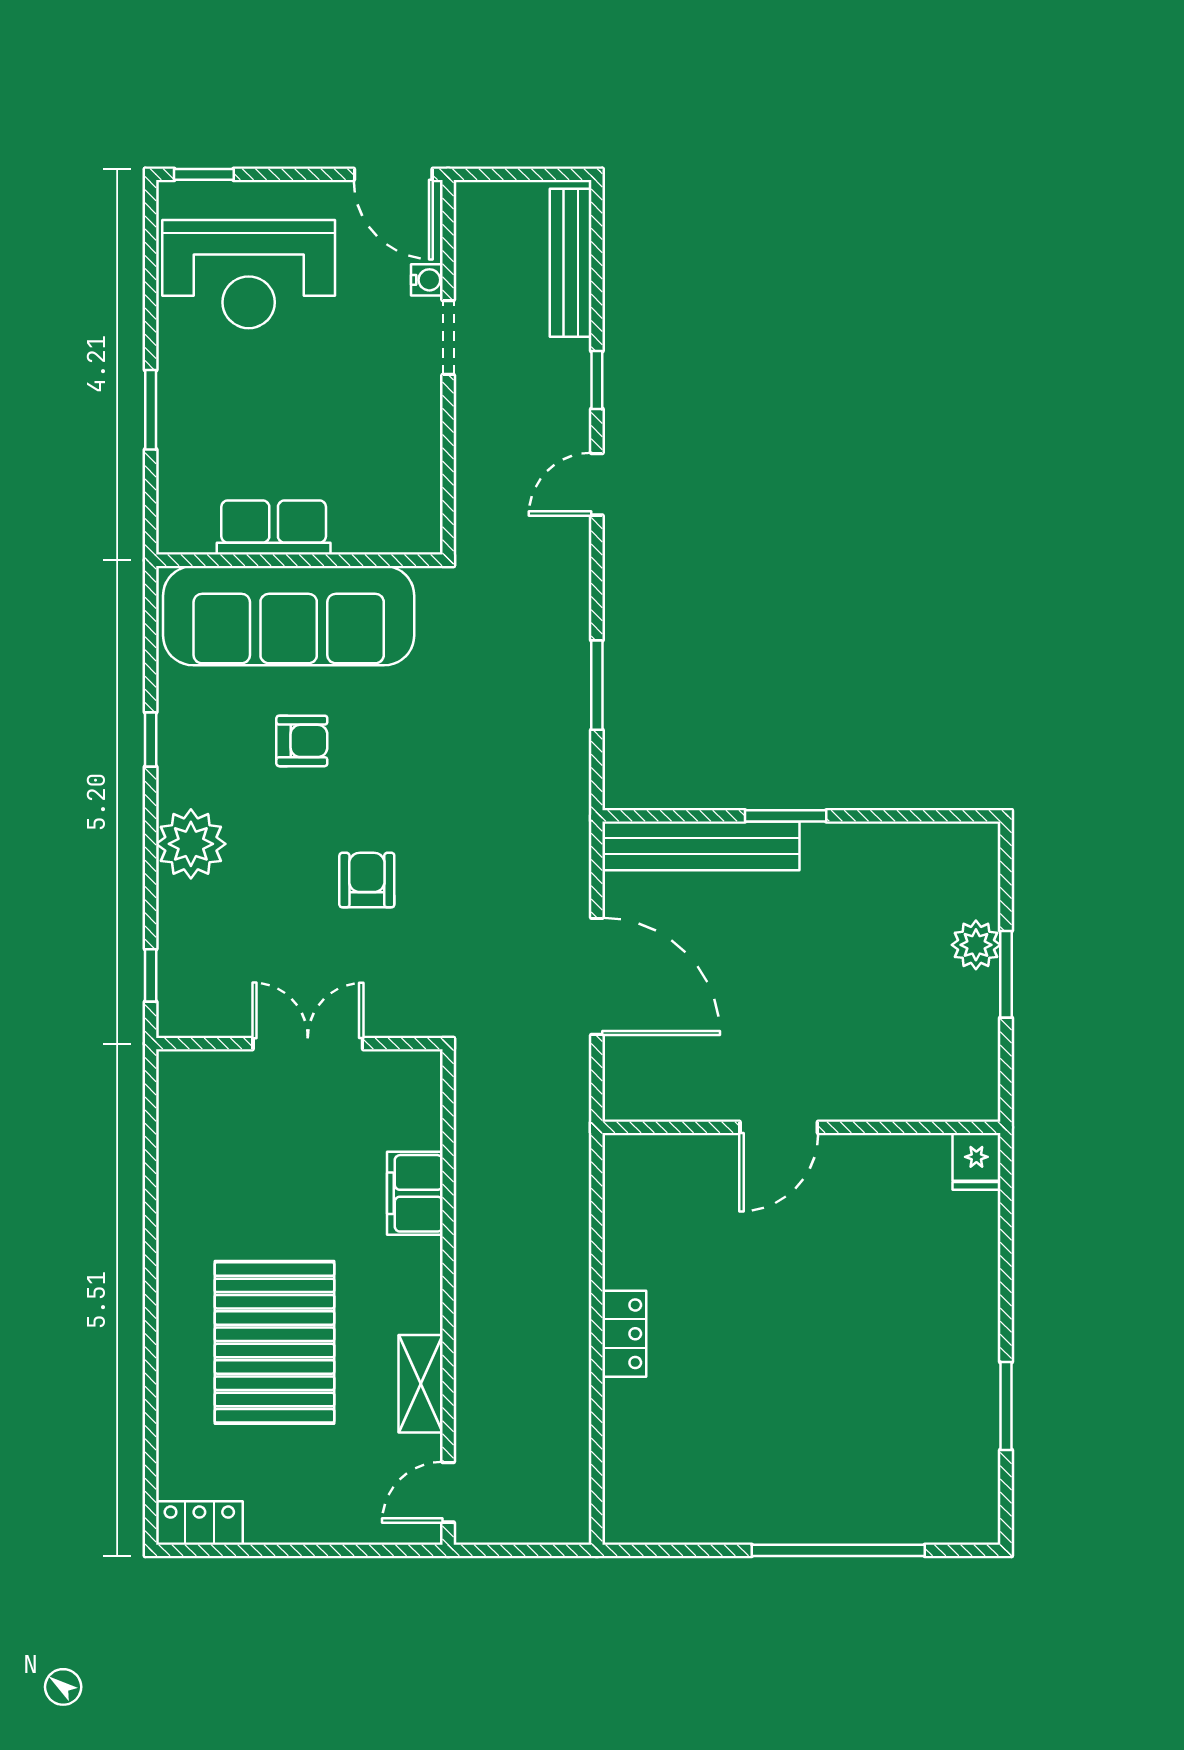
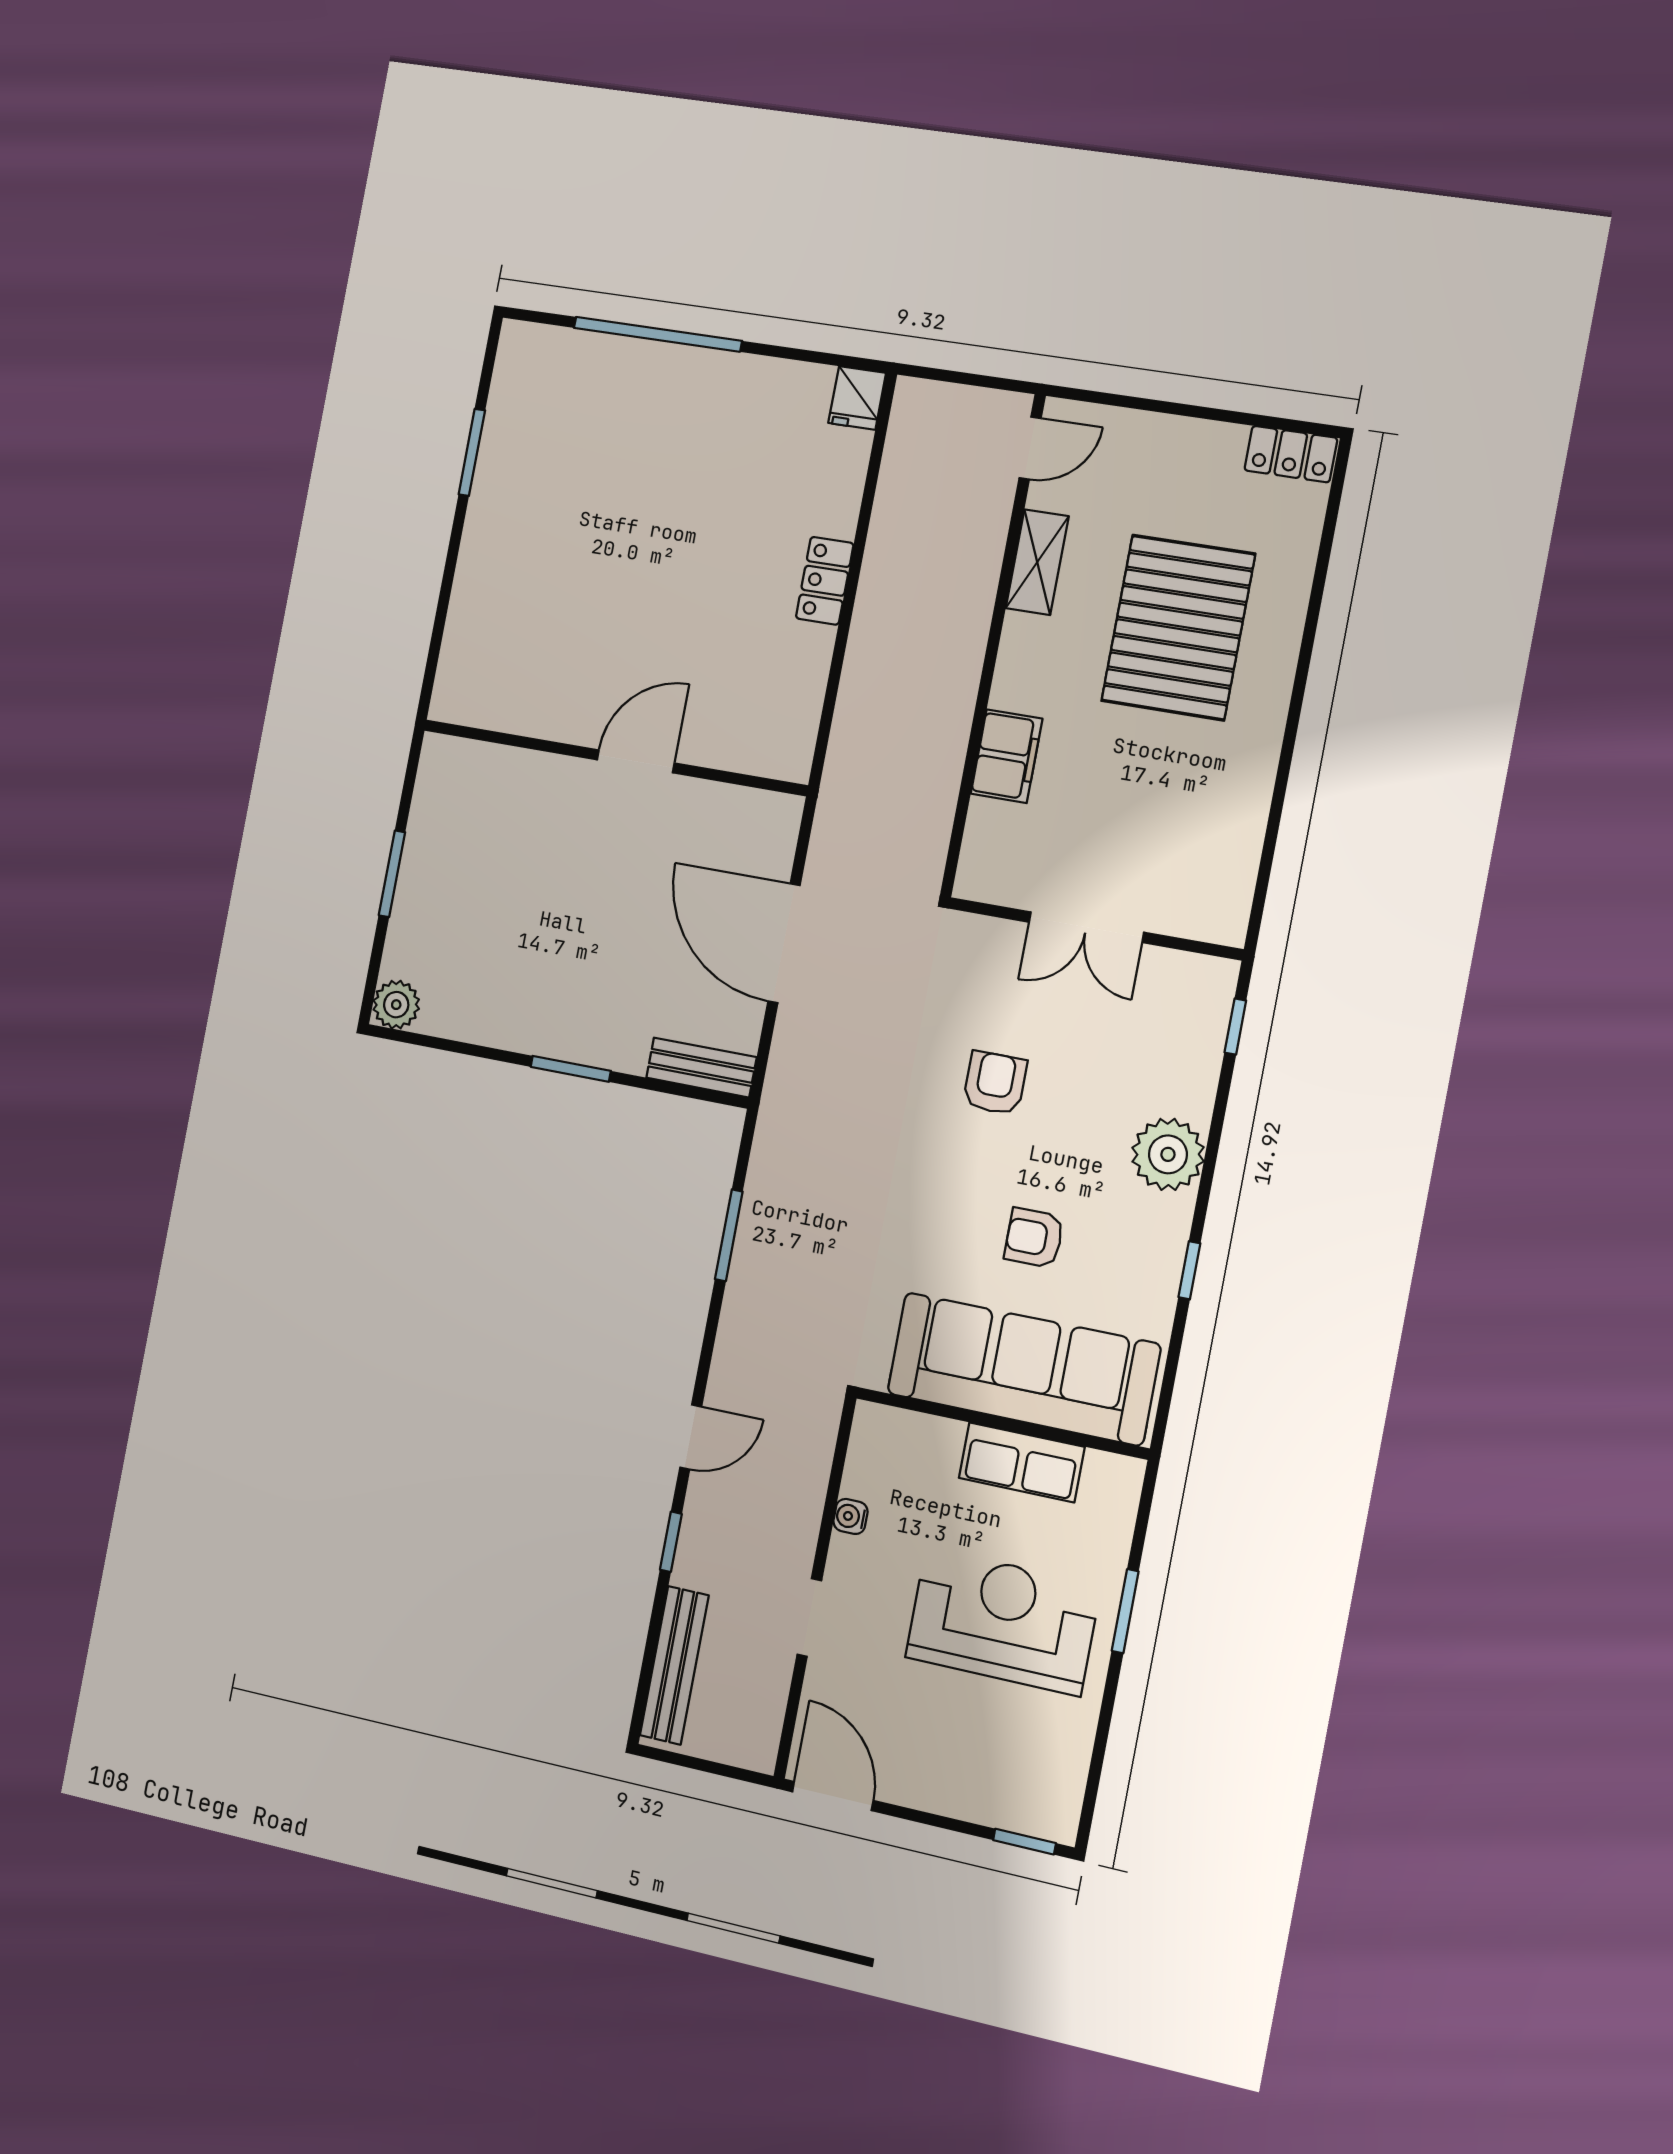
reception desk: (249, 274) -> (1003, 1621), moved
water cooler: (427, 280) -> (851, 1516), moved
bench: (701, 846) -> (701, 1067), width x0.54, depth x0.82
armchair: (367, 880) -> (995, 1083), turned 180
plant: (976, 945) -> (396, 1005), moved
fridge: (976, 1161) -> (857, 398), moved, turned 180

